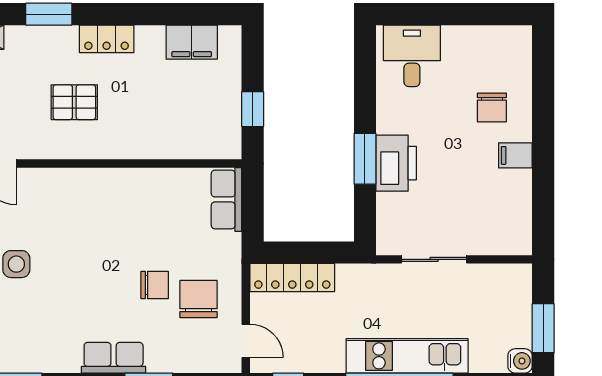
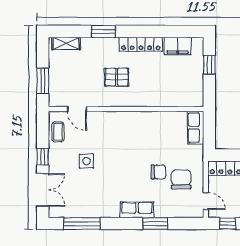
locker: (107, 39) -> (141, 44), width x1.53
window: (253, 109) -> (209, 65), moved

